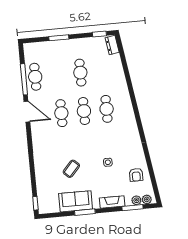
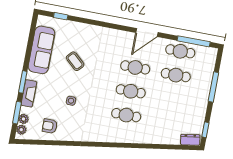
window: (59, 38) -> (213, 87), width x1.44
cafe table: (80, 73) -> (176, 75), moved
window: (24, 79) -> (194, 41), moved
sofa: (76, 201) -> (42, 50), width x1.36
window: (35, 203) -> (61, 16), moved
window: (85, 212) -> (23, 82), moved

